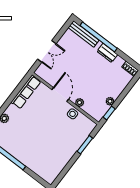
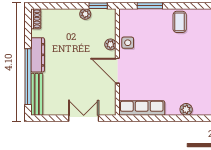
dresser: (107, 53) -> (38, 55), width x1.44
door: (60, 95) -> (117, 71), hinge flipped
coffee table: (61, 155) -> (180, 22), added

